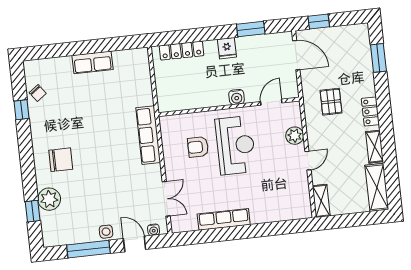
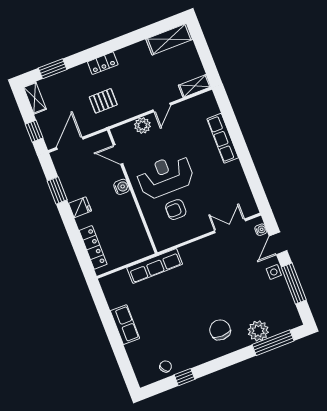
row of seats: (148, 135) -> (155, 266), moved
armchair: (198, 147) -> (176, 210), turned 90
shelving: (375, 147) -> (35, 98), moved, turned 90
door: (308, 161) -> (162, 108), swing flipped
window: (33, 211) -> (273, 343), width x2.17
row of seats: (224, 219) -> (223, 138), moved

